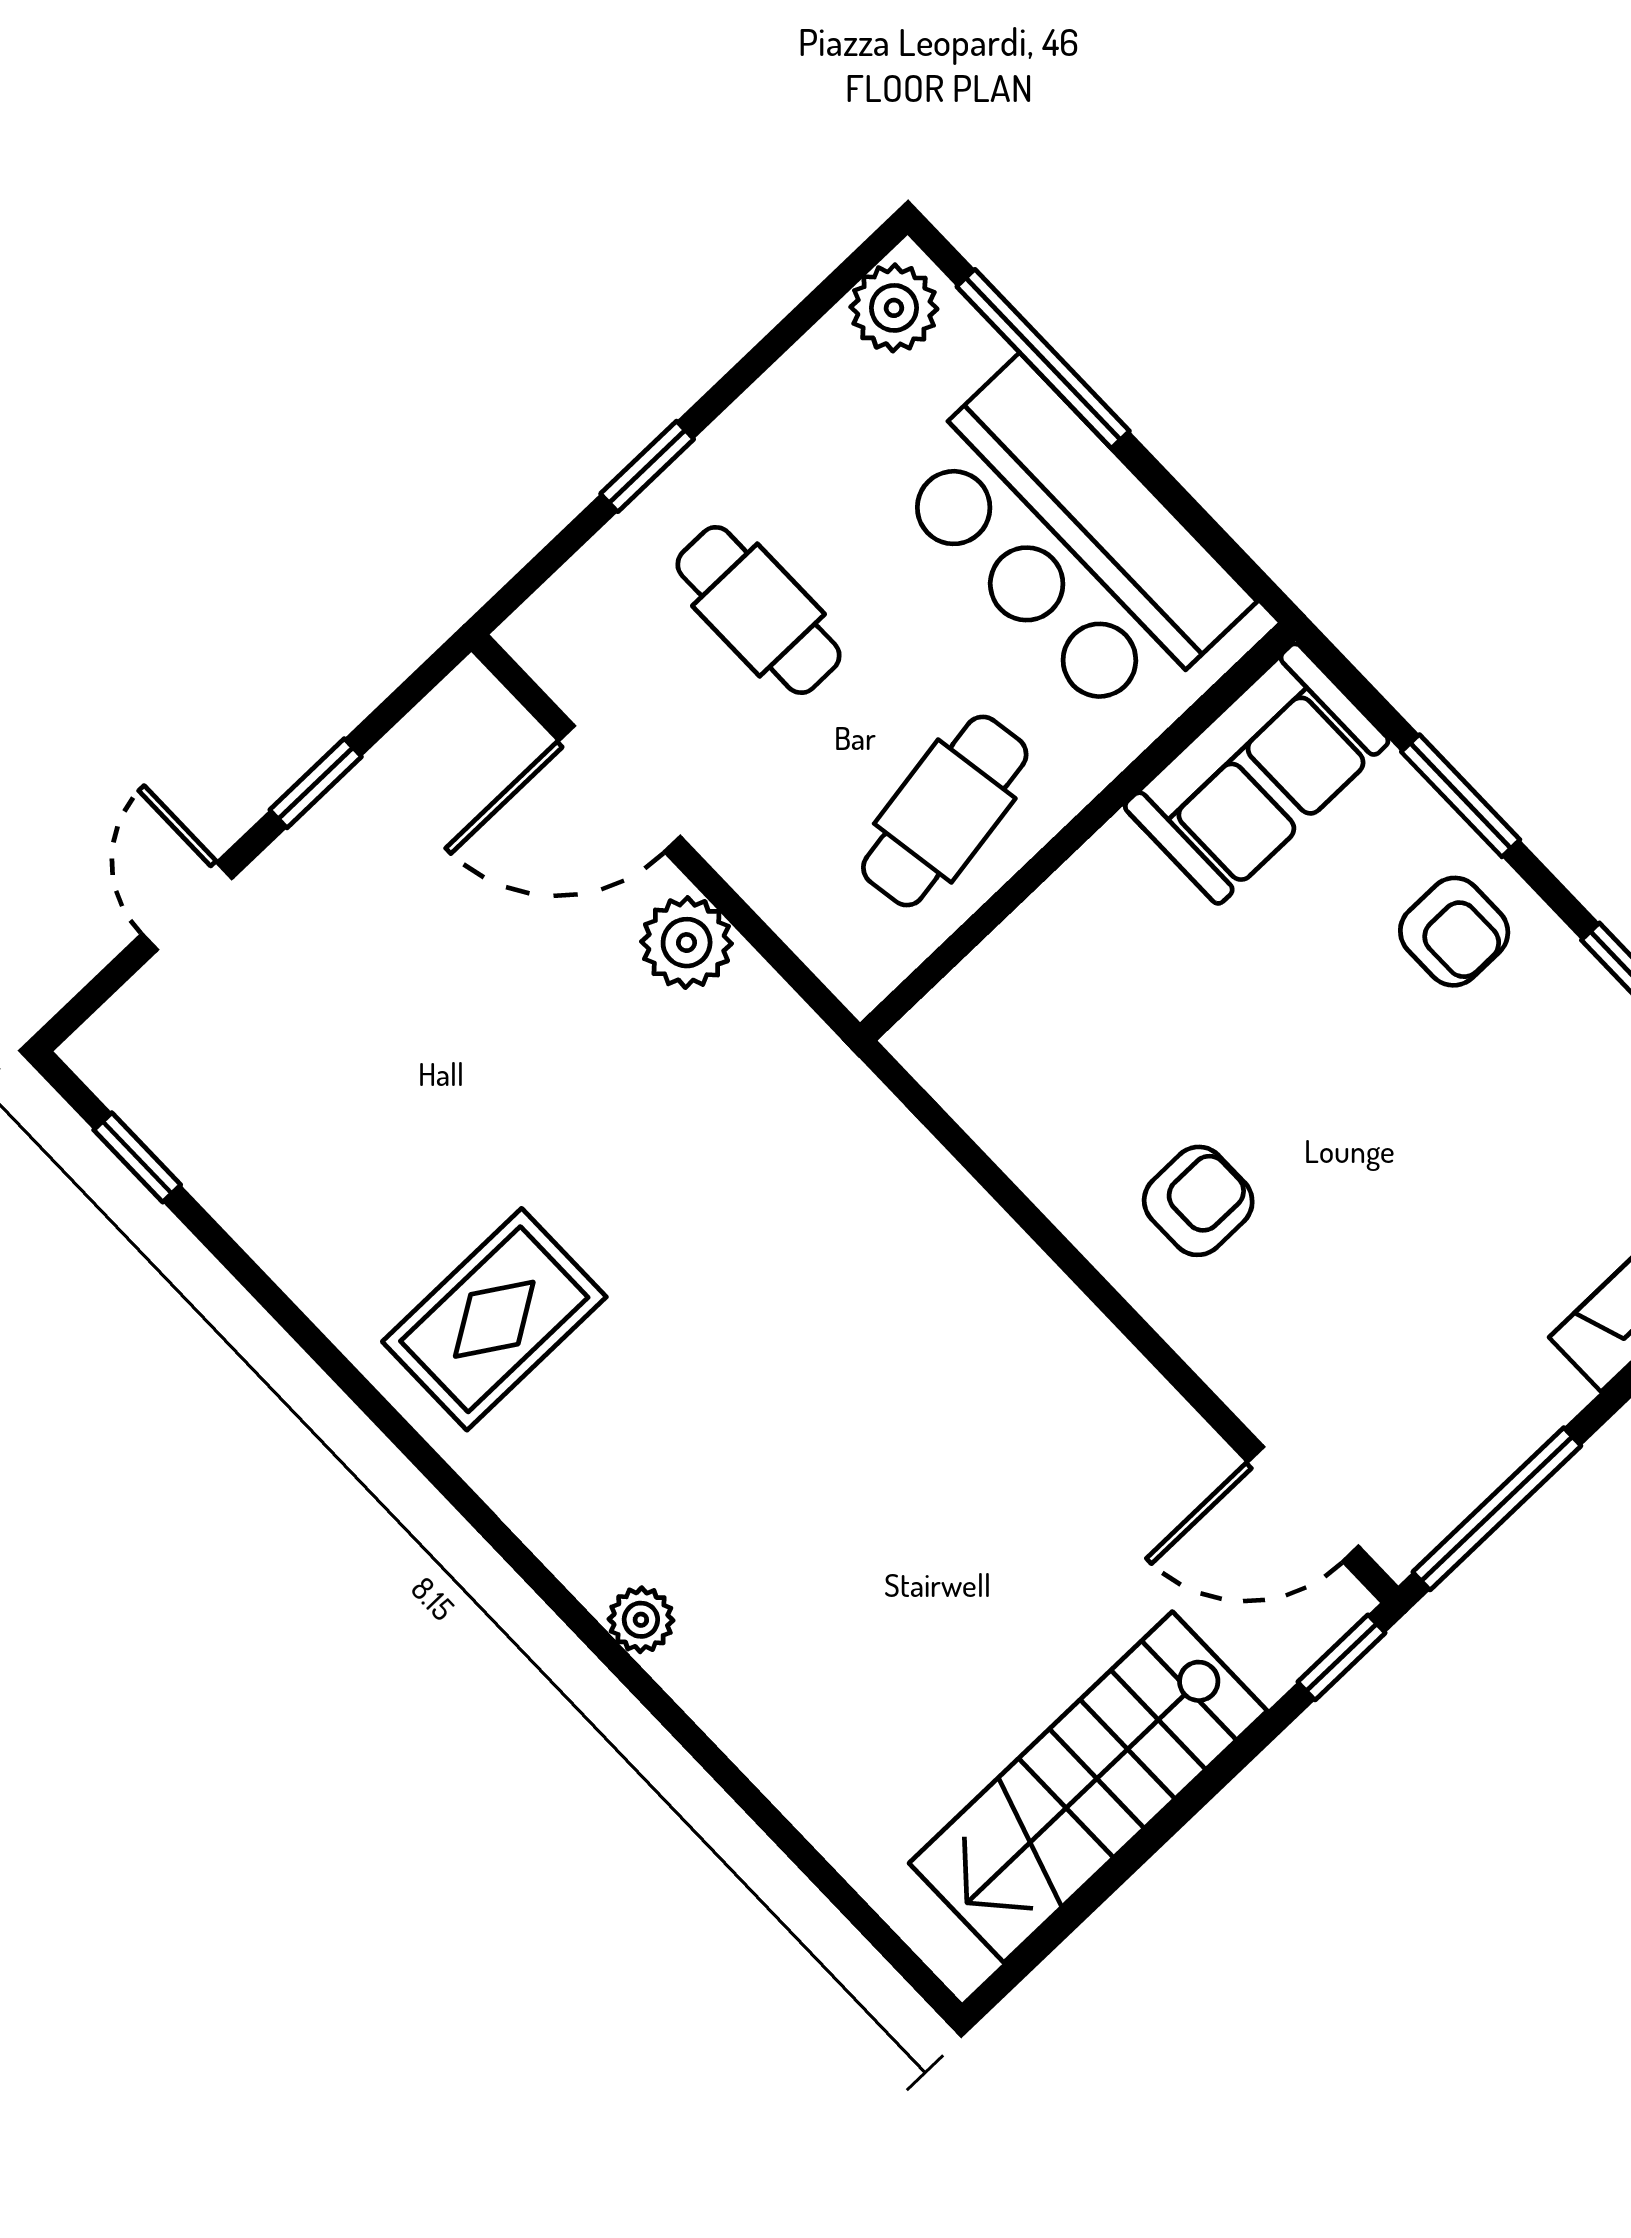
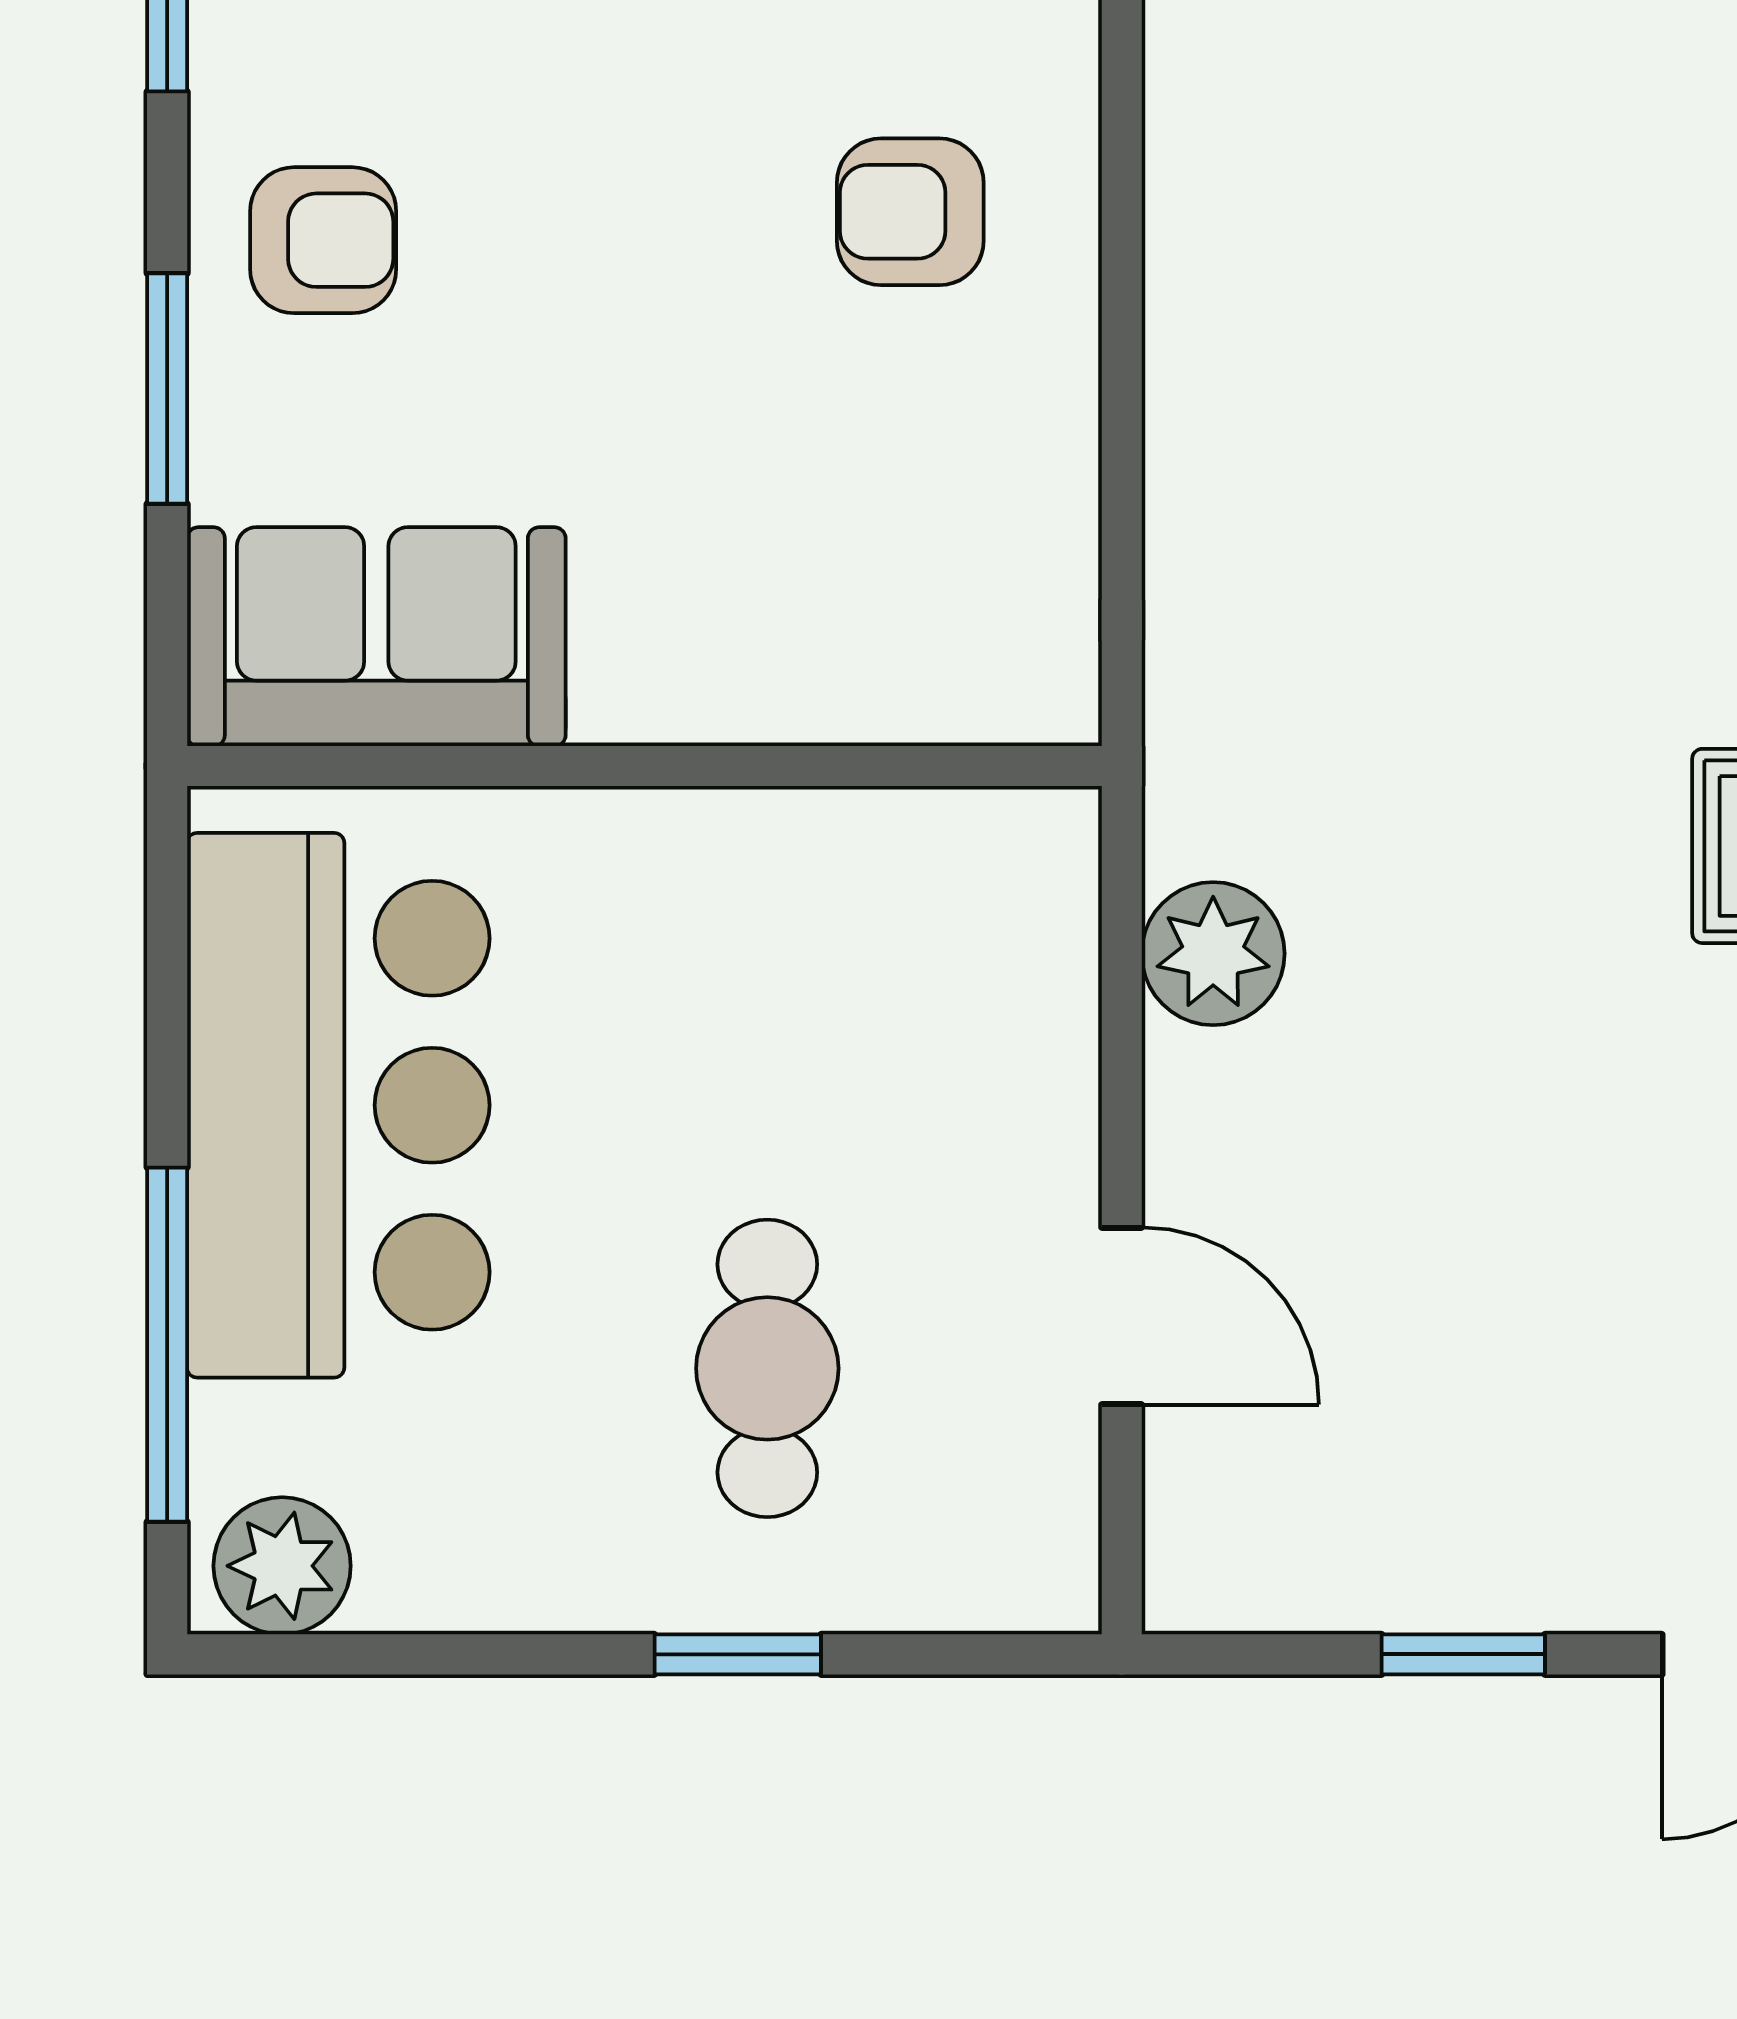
door: (619, 789) -> (1122, 1316), width x0.73
cafe table: (945, 811) -> (774, 935), removed
armchair: (1454, 932) -> (323, 240), turned 90
plant: (687, 943) -> (1213, 954), moved

